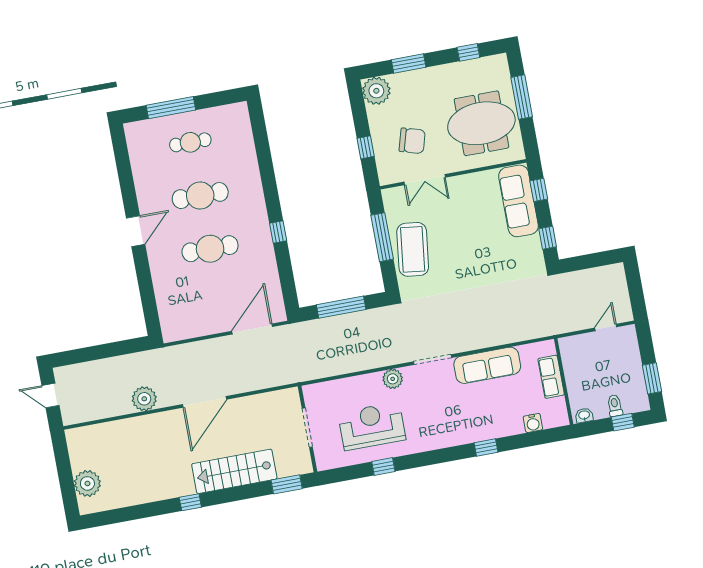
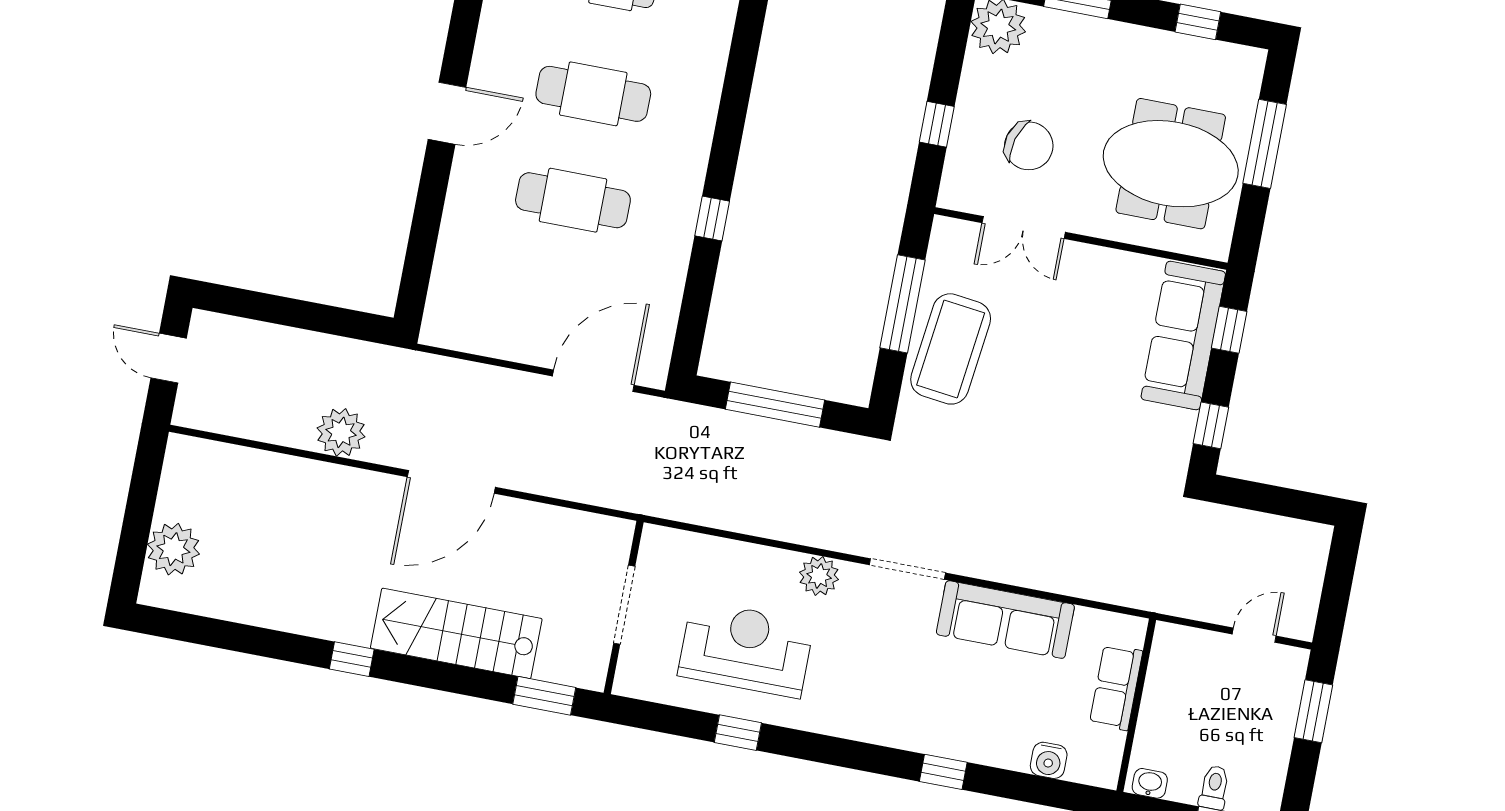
window: (652, 378) -> (1313, 711), moved

